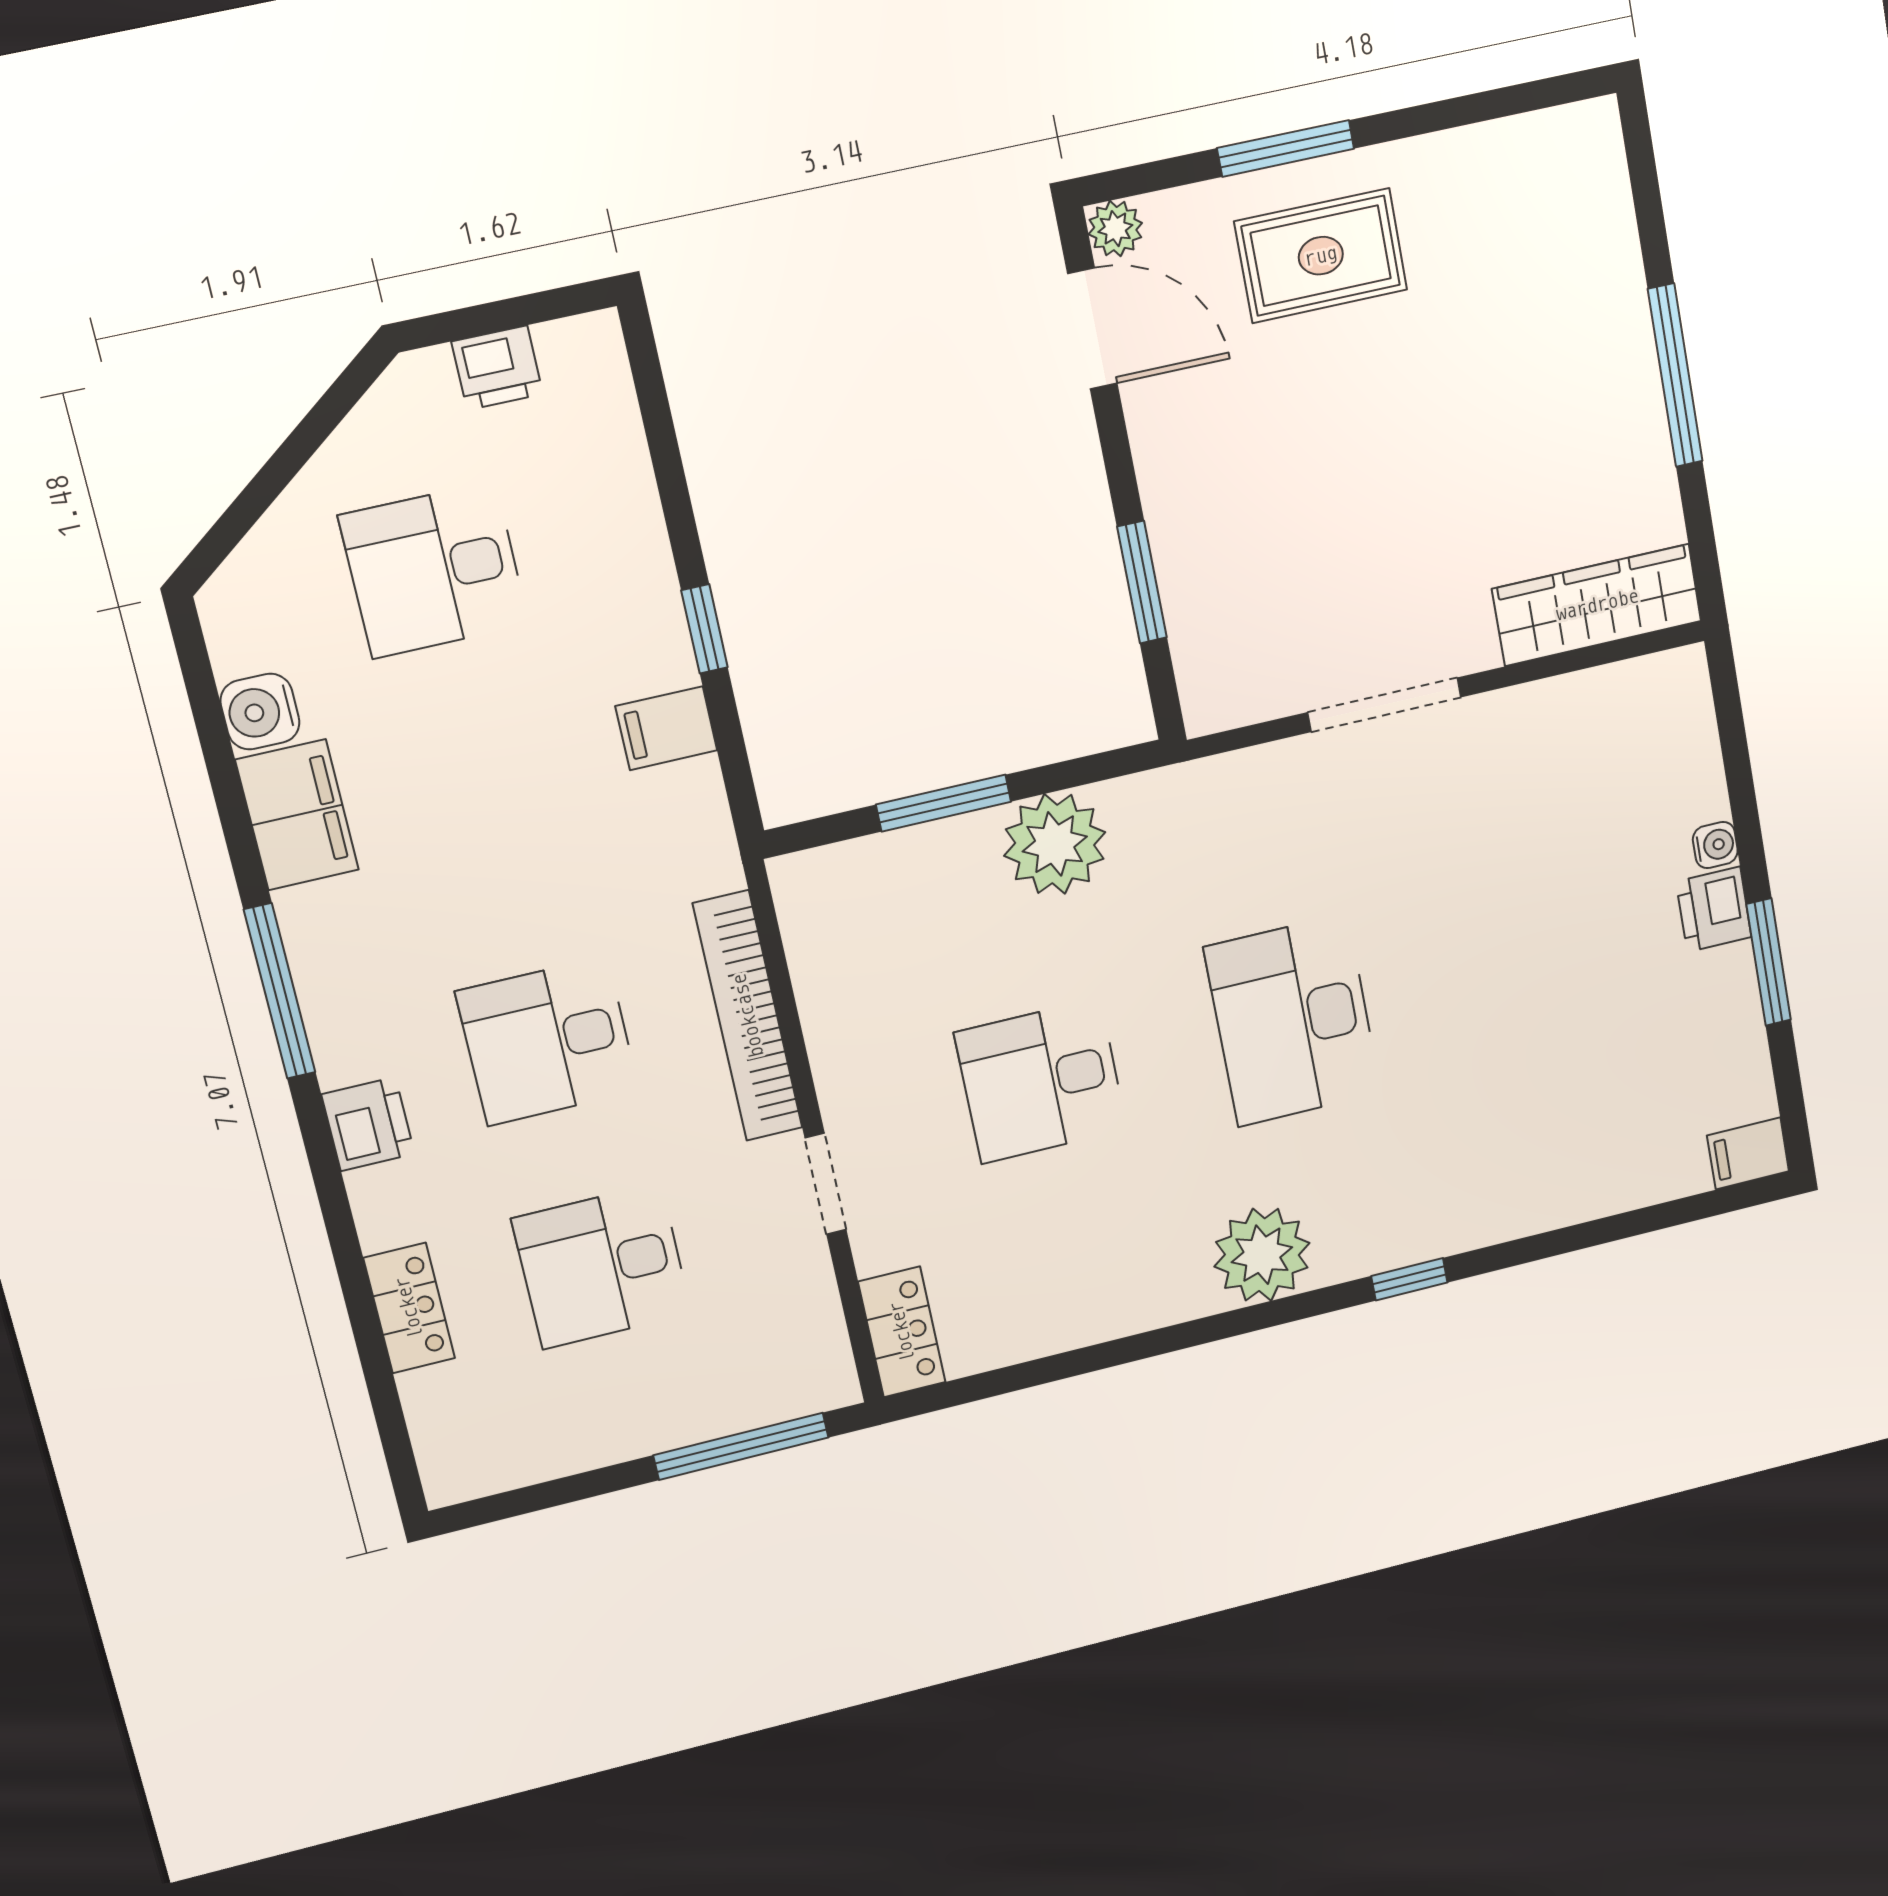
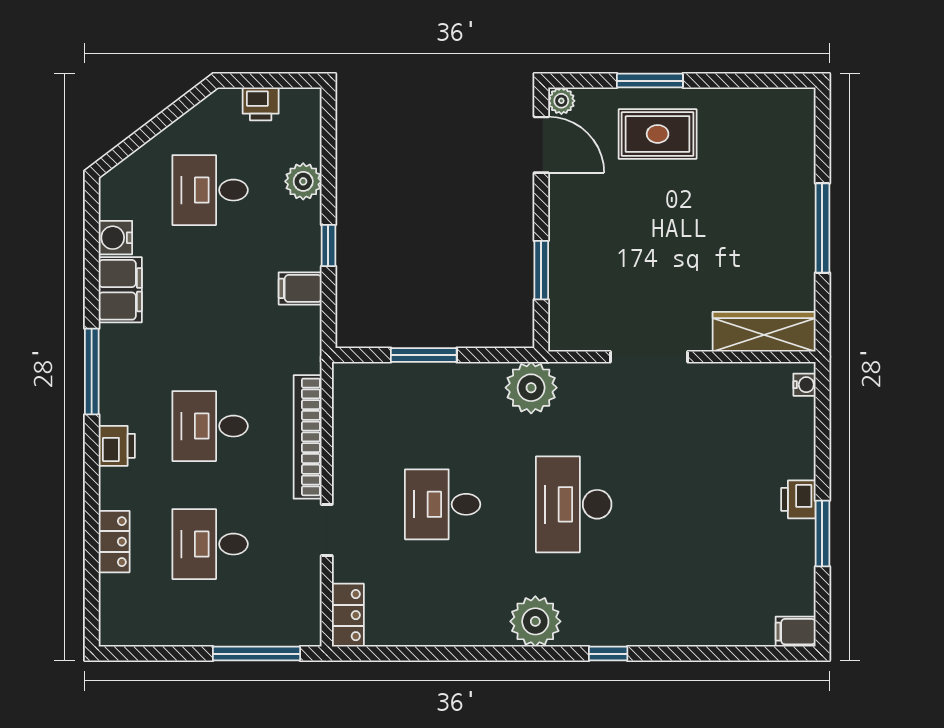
plant: (623, 510) -> (303, 181), added
plant: (1055, 844) -> (531, 388), moved
water cooler: (1715, 845) -> (804, 385), moved

